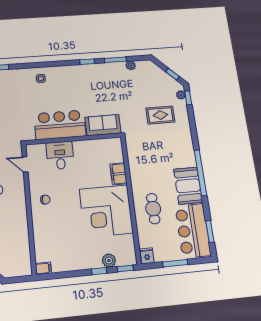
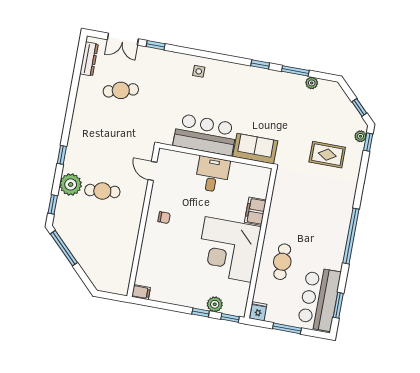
desk: (60, 155) -> (212, 174), moved
booth: (188, 186) -> (331, 247), removed

